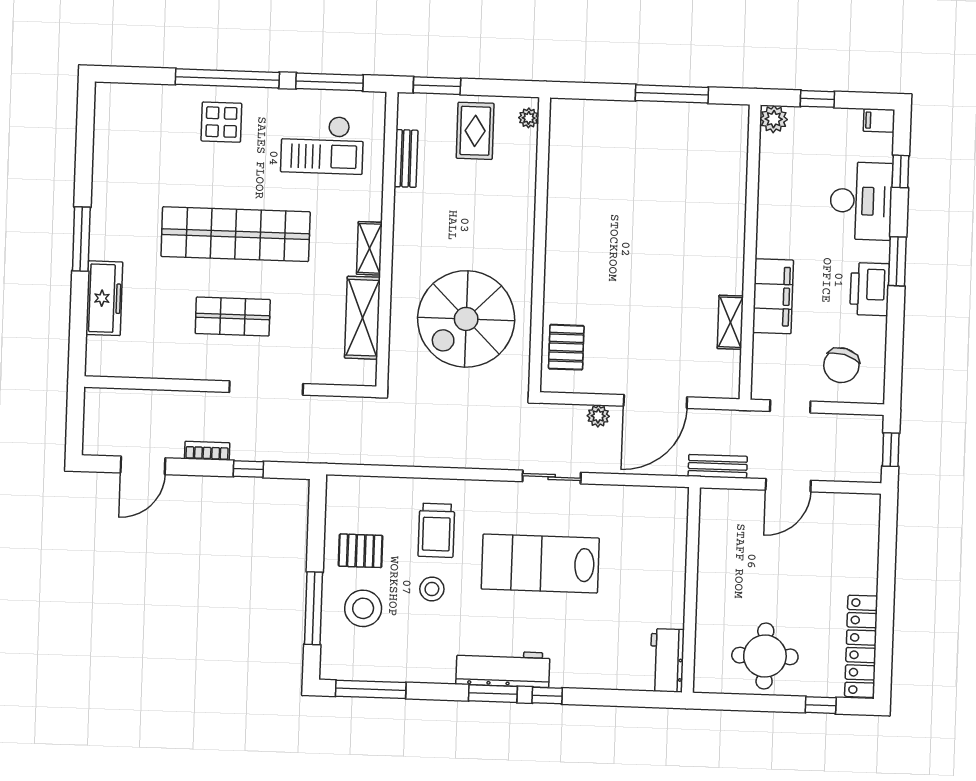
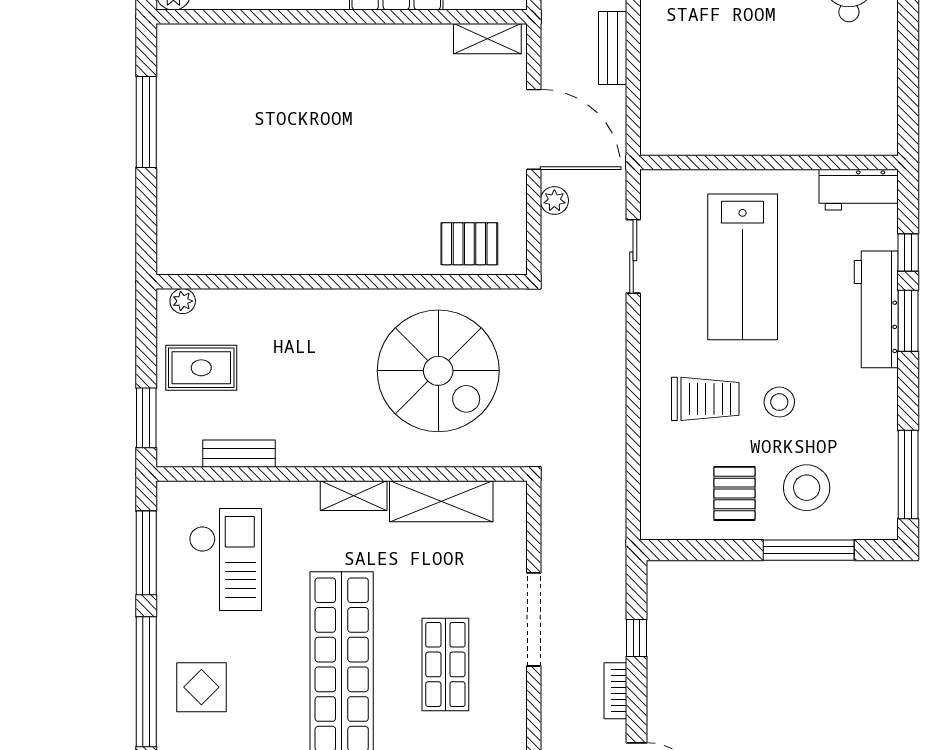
shelving: (730, 322) -> (487, 39), moved
wall: (691, 590) -> (769, 163), moved
workbench: (667, 660) -> (859, 190), moved

